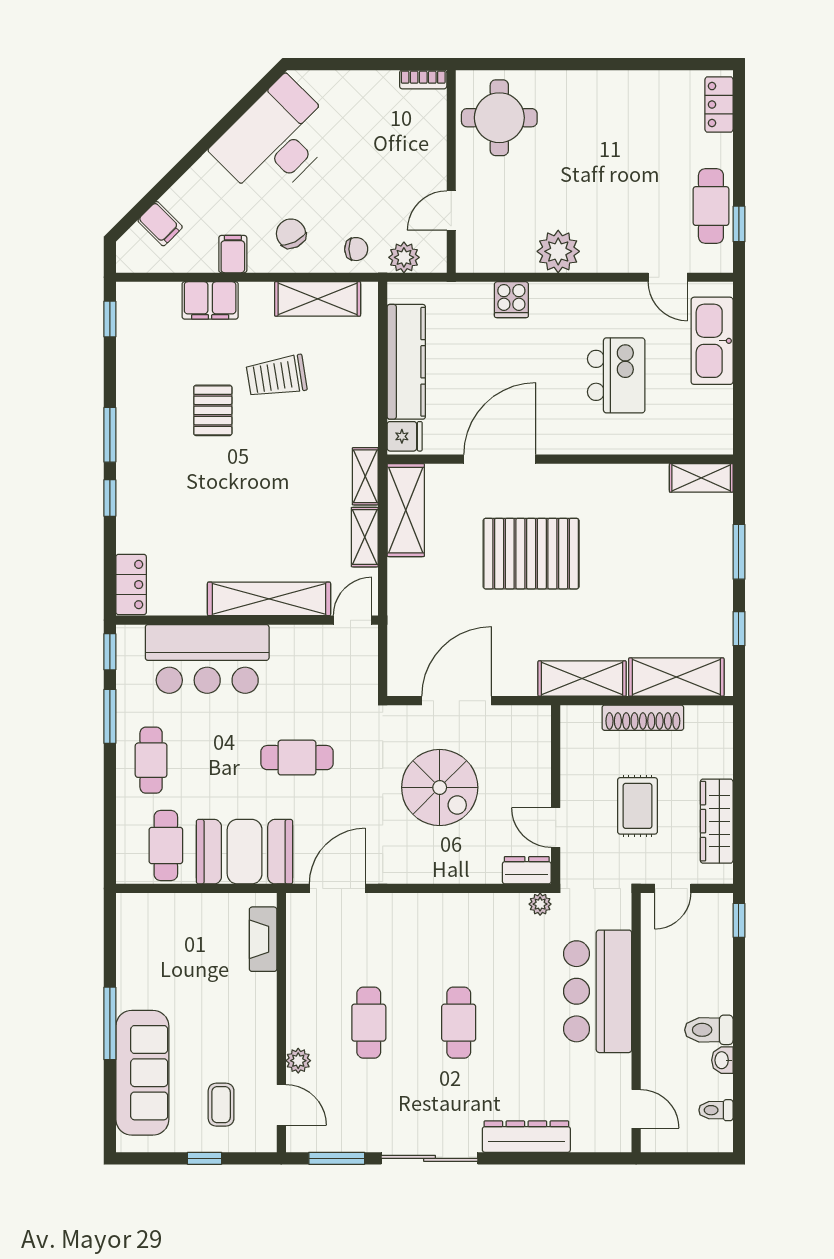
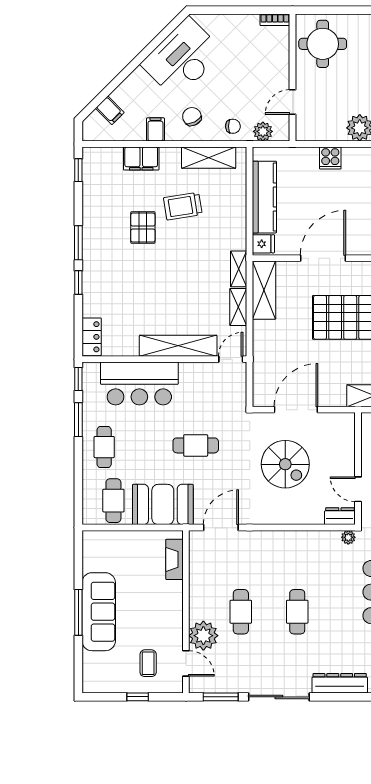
plant: (298, 1061) -> (203, 636), width x1.88, depth x1.88
sofa: (142, 1073) -> (99, 612), moved

